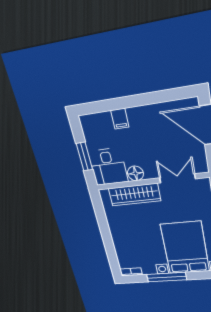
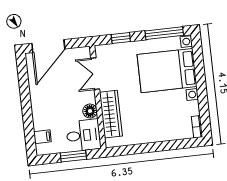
filing cabinet: (120, 119) -> (42, 137), moved
window: (167, 277) -> (202, 91), removed

